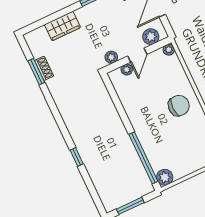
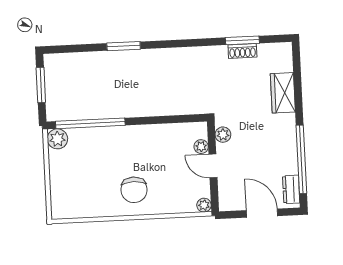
plant: (151, 37) -> (228, 191), removed
window: (77, 157) -> (124, 46), width x1.50

